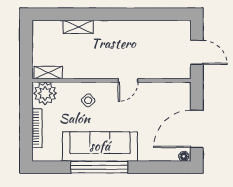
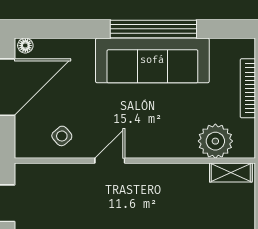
plant: (45, 93) -> (215, 141), moved
side table: (88, 100) -> (62, 136), moved

